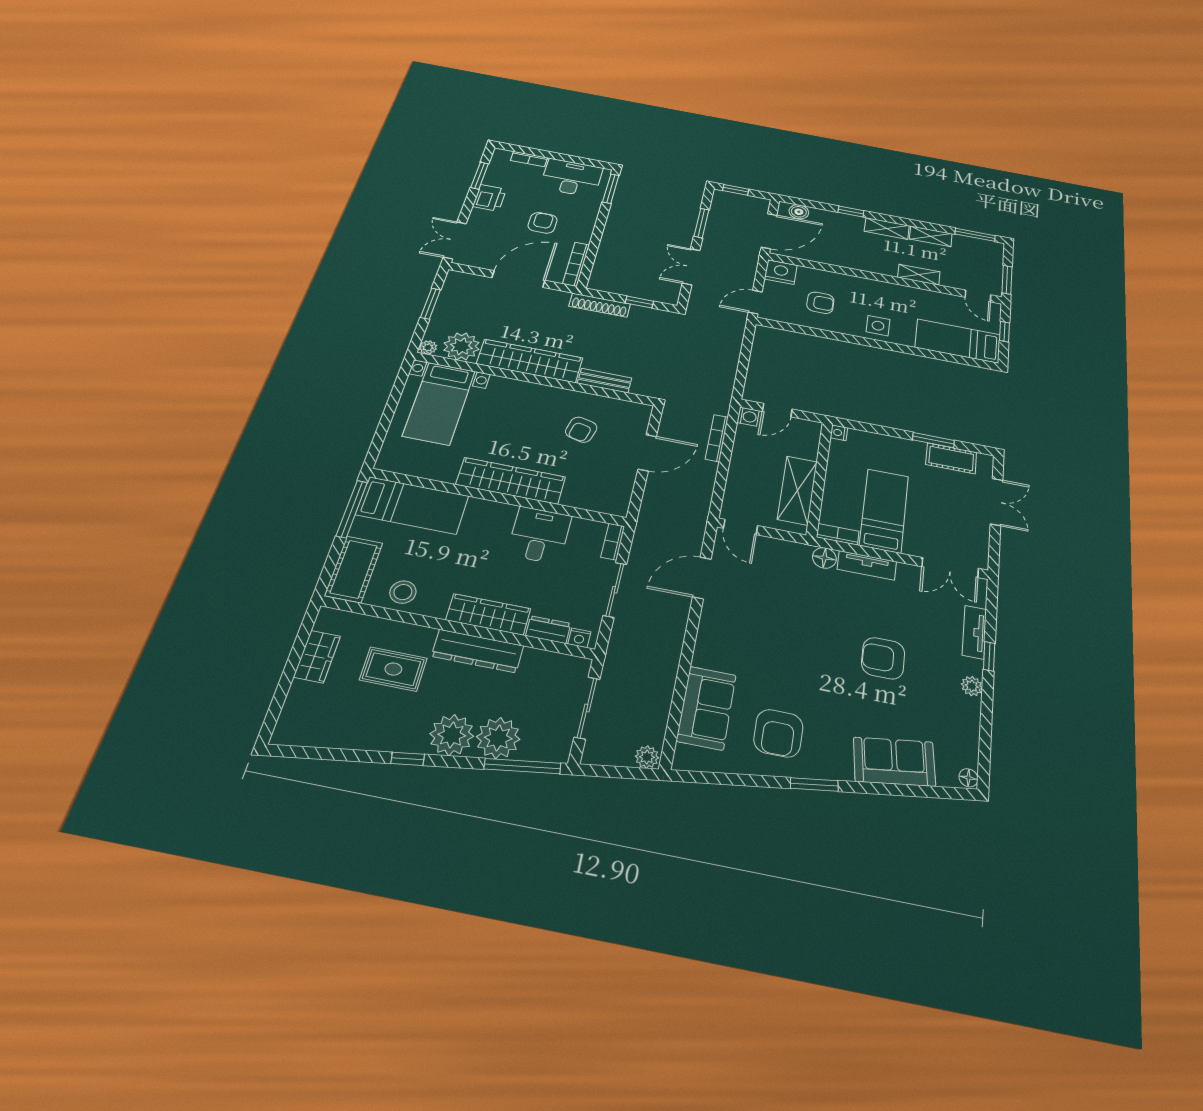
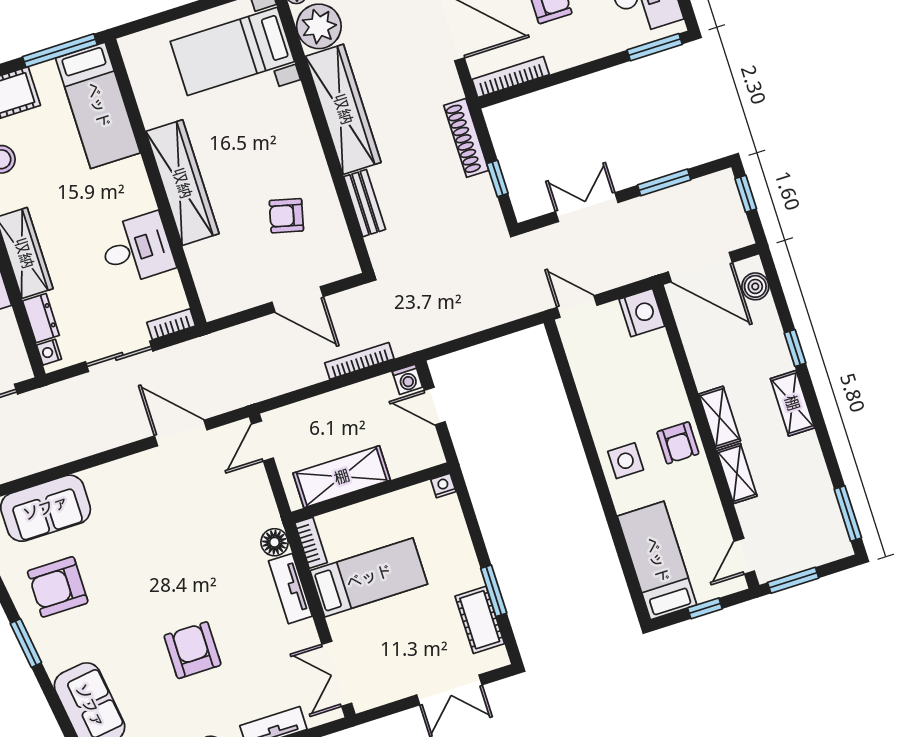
shelving: (931, 236) -> (720, 417), moved
armchair: (820, 303) -> (678, 443), moved

